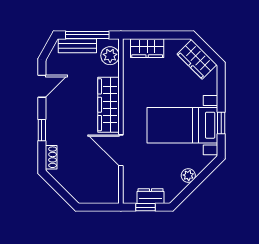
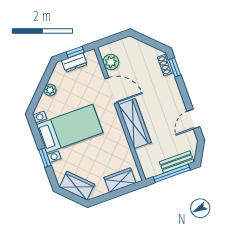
plant: (110, 56) -> (111, 62), moved
window: (221, 123) -> (45, 158), moved
window: (42, 130) -> (175, 67), moved

